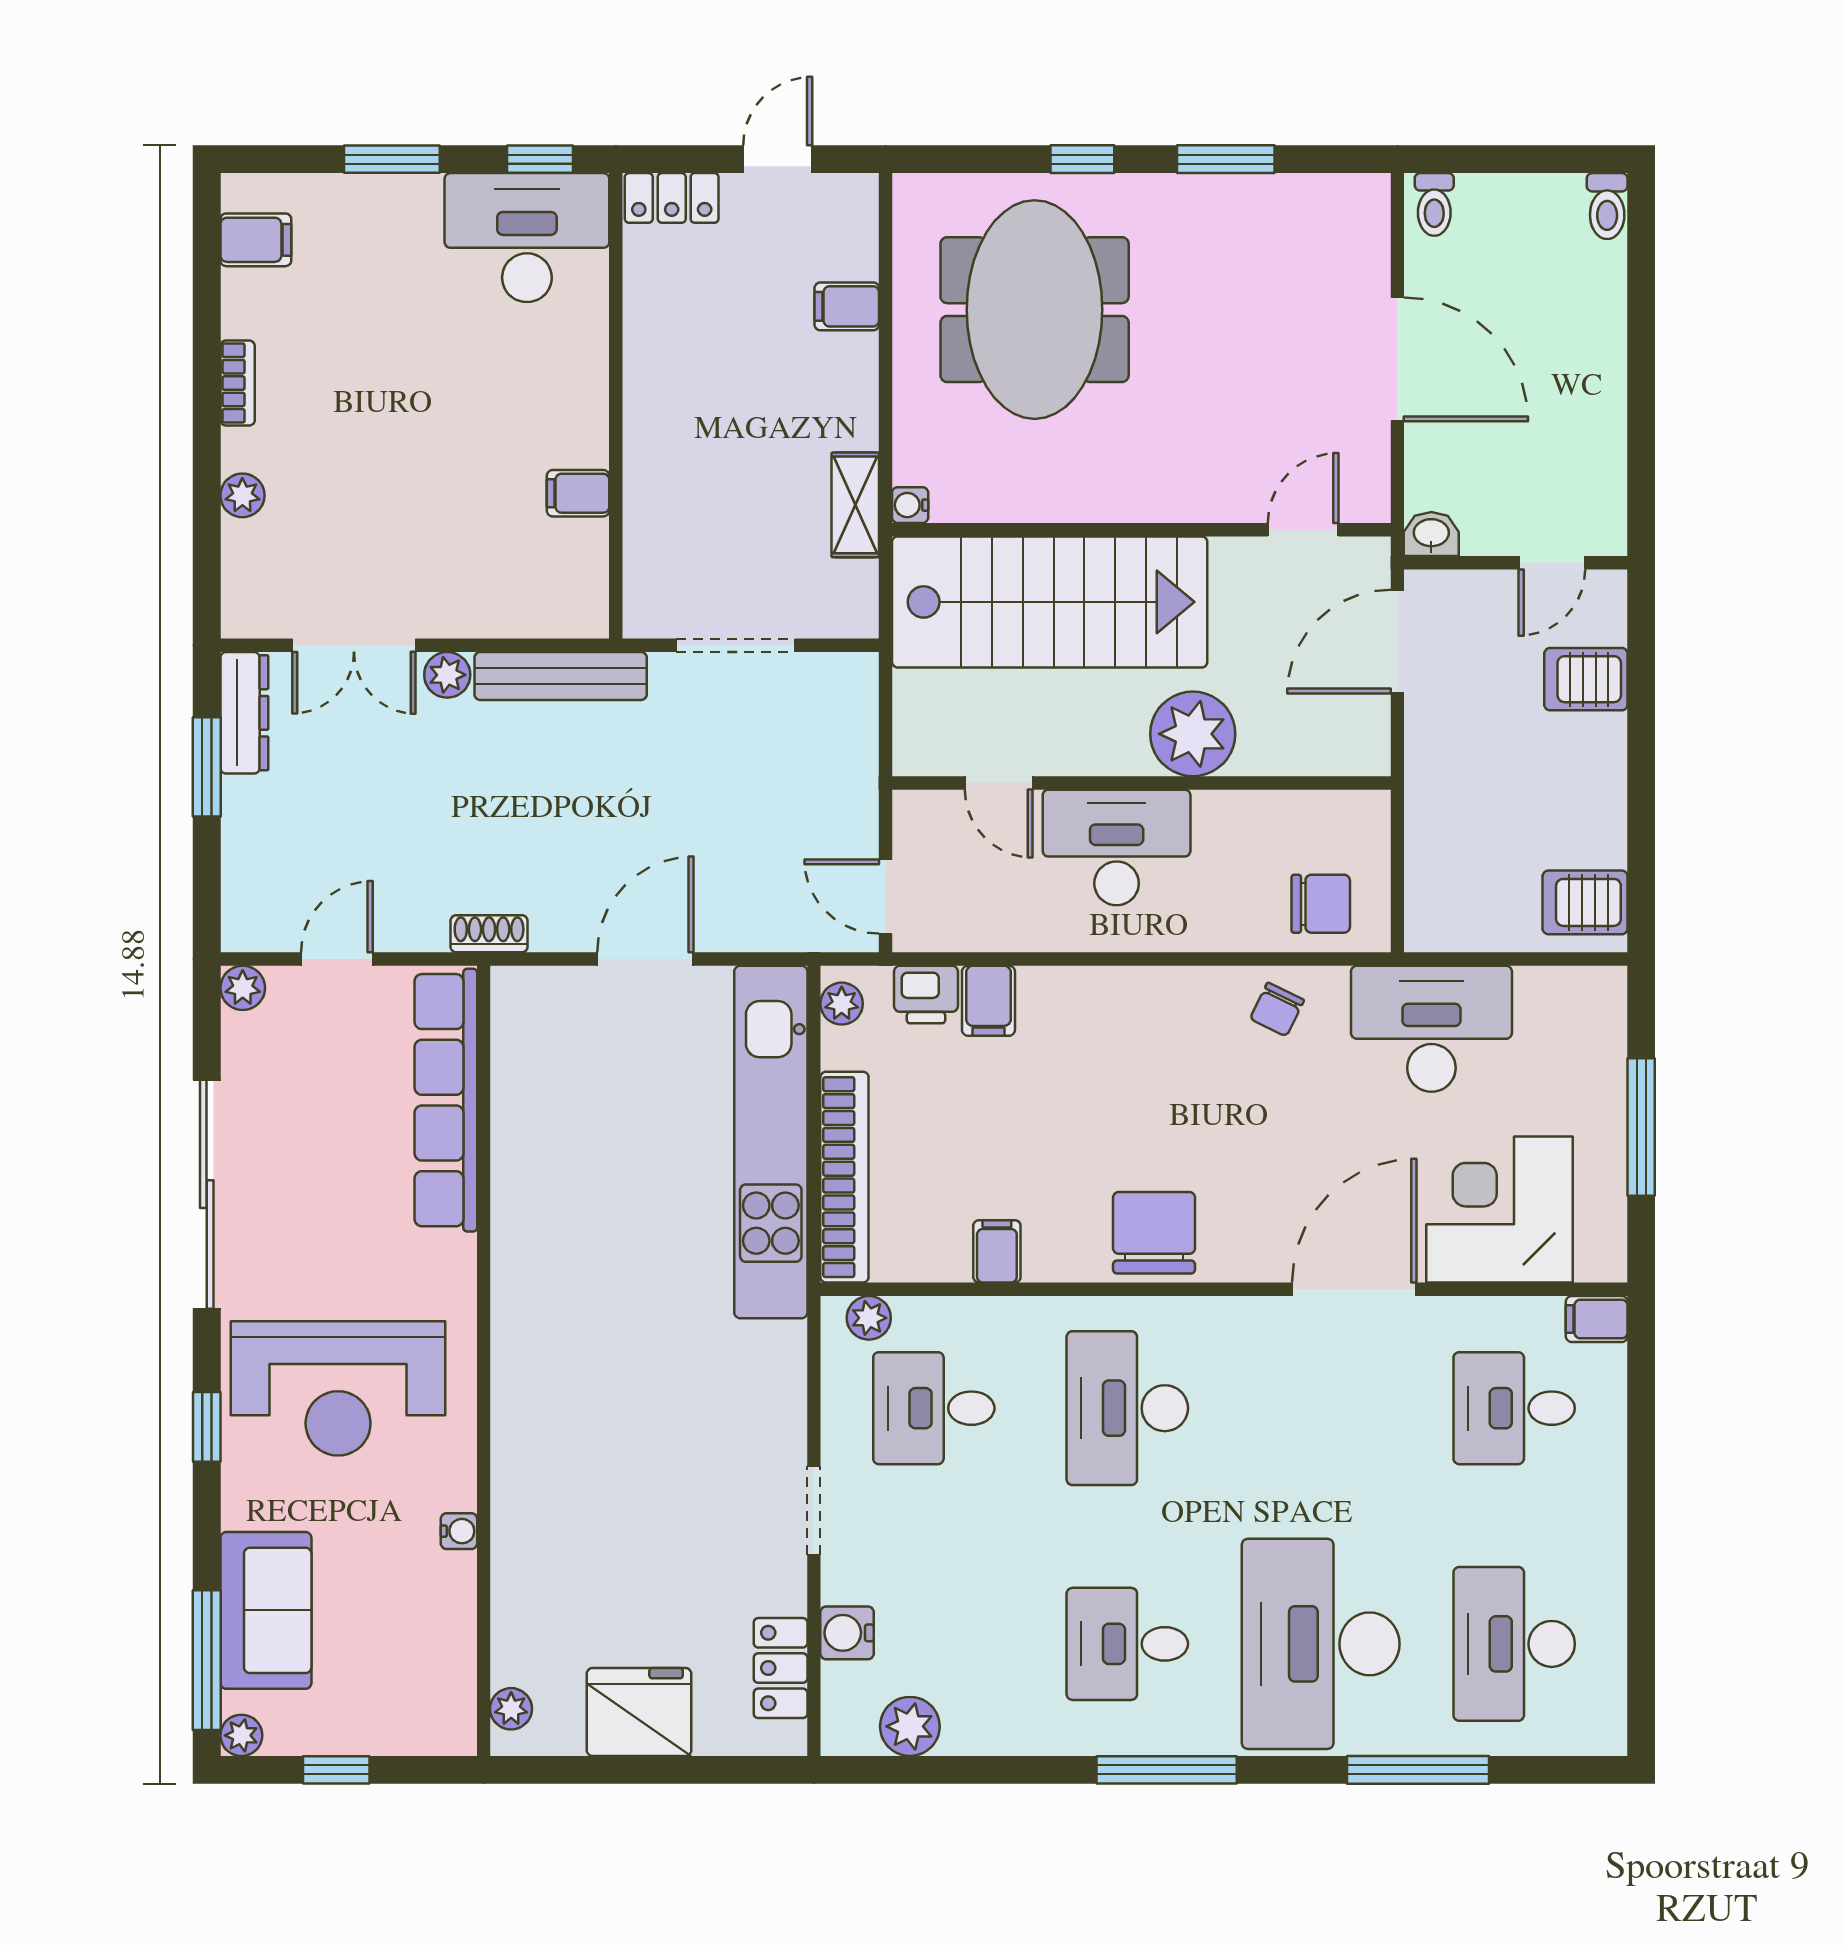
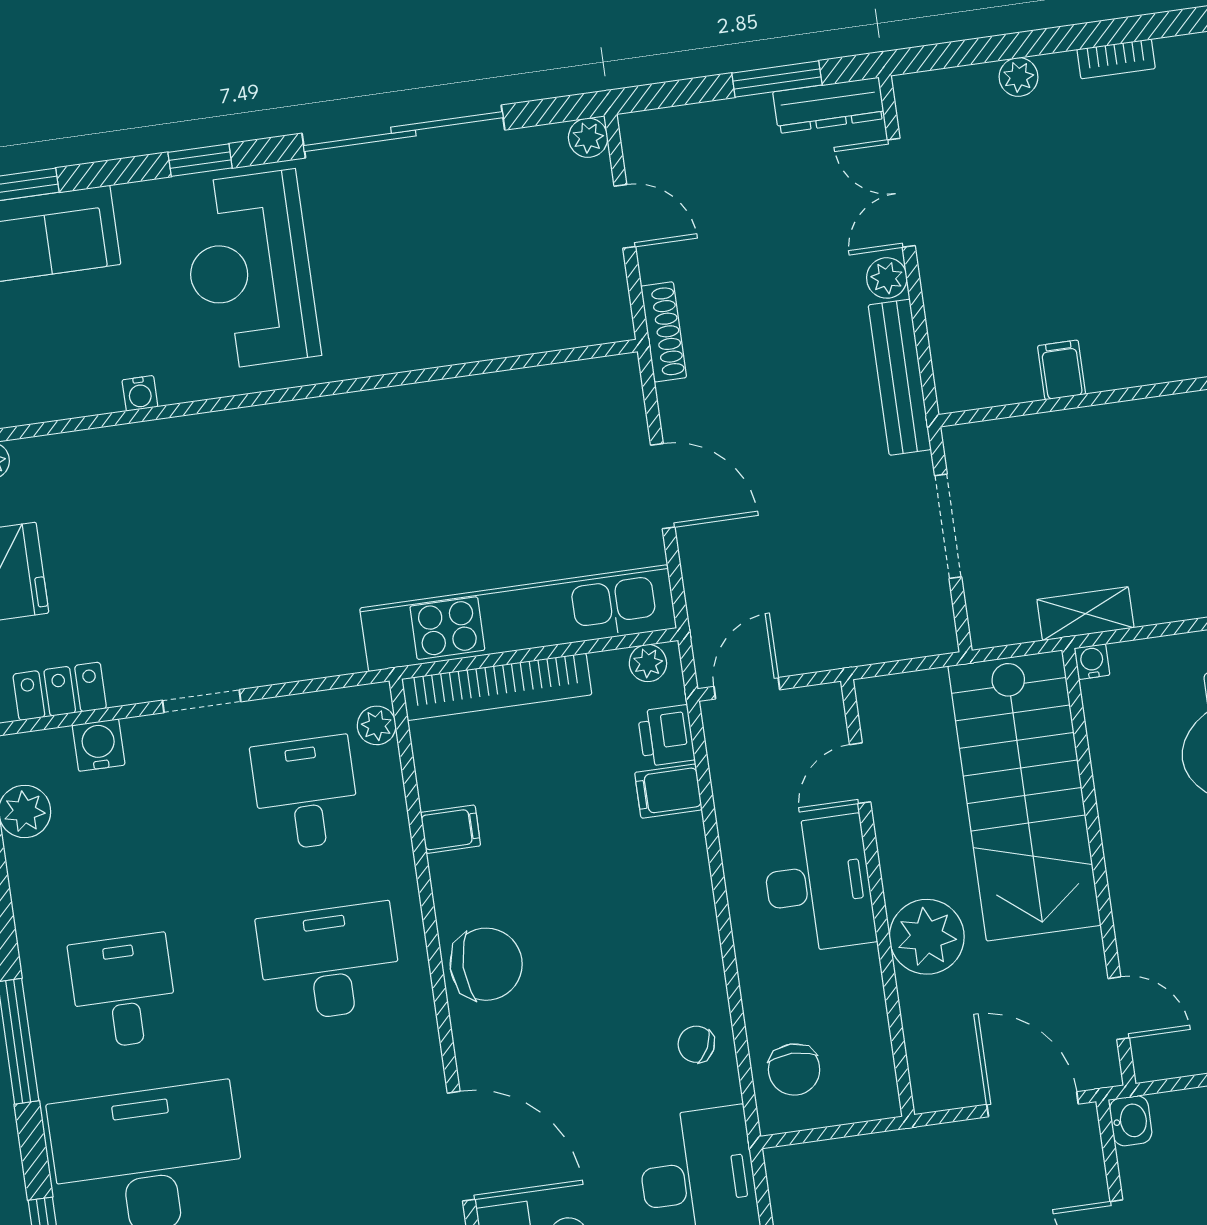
shoe rack: (489, 934) -> (664, 332), width x1.43
row of seats: (446, 1100) -> (515, 329), removed

